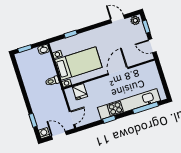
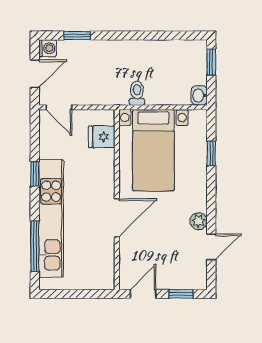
plant: (135, 20) -> (199, 221), moved
door: (118, 71) -> (117, 218), hinge flipped

